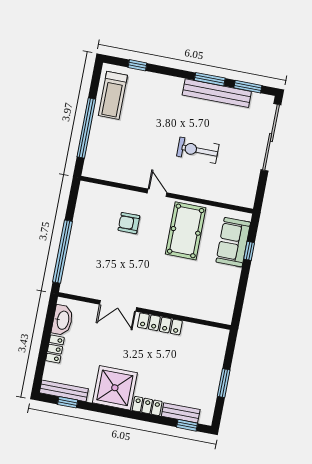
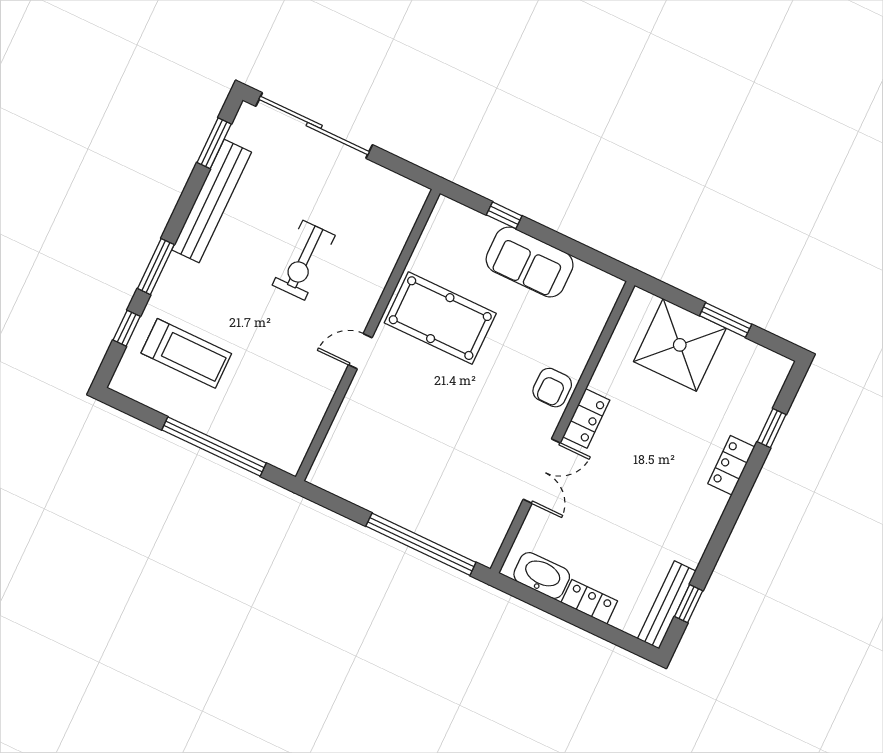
window: (210, 79) -> (156, 267), moved
treadmill: (113, 95) -> (186, 353), moved
armchair: (129, 223) -> (552, 388), moved
sofa: (233, 242) -> (530, 262), moved
locker: (160, 324) -> (586, 418), width x0.66
shower: (115, 388) -> (680, 345), moved
bench: (181, 413) -> (759, 409), removed
window: (187, 425) -> (772, 428), moved

